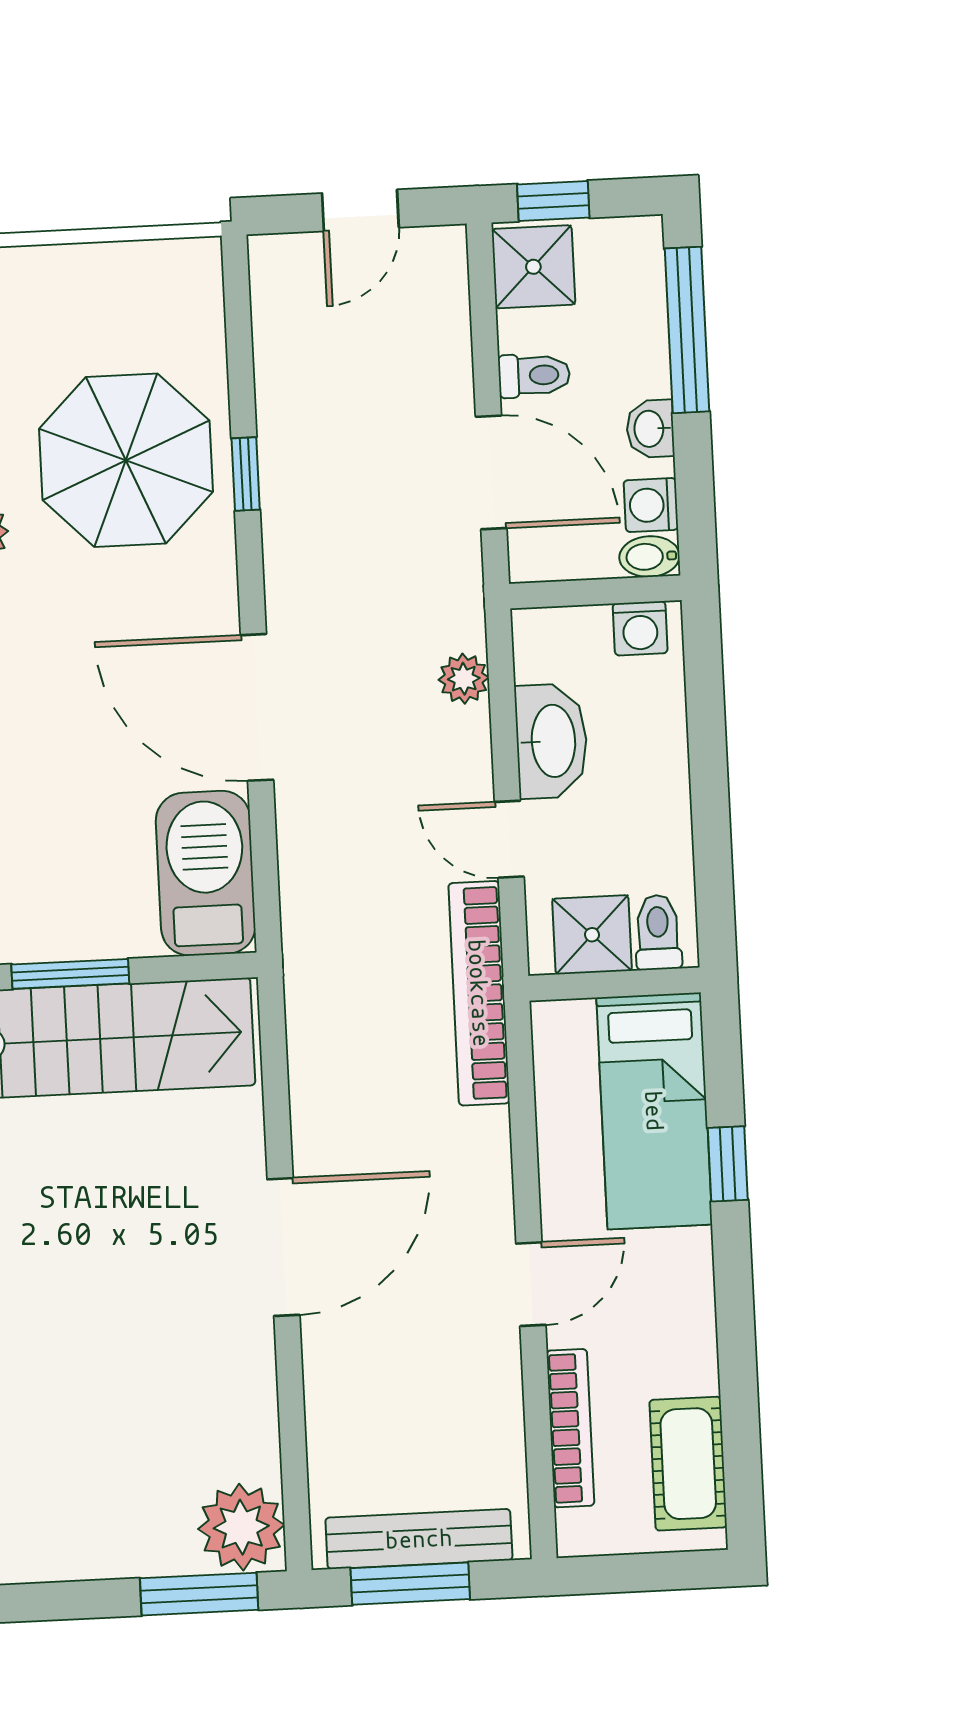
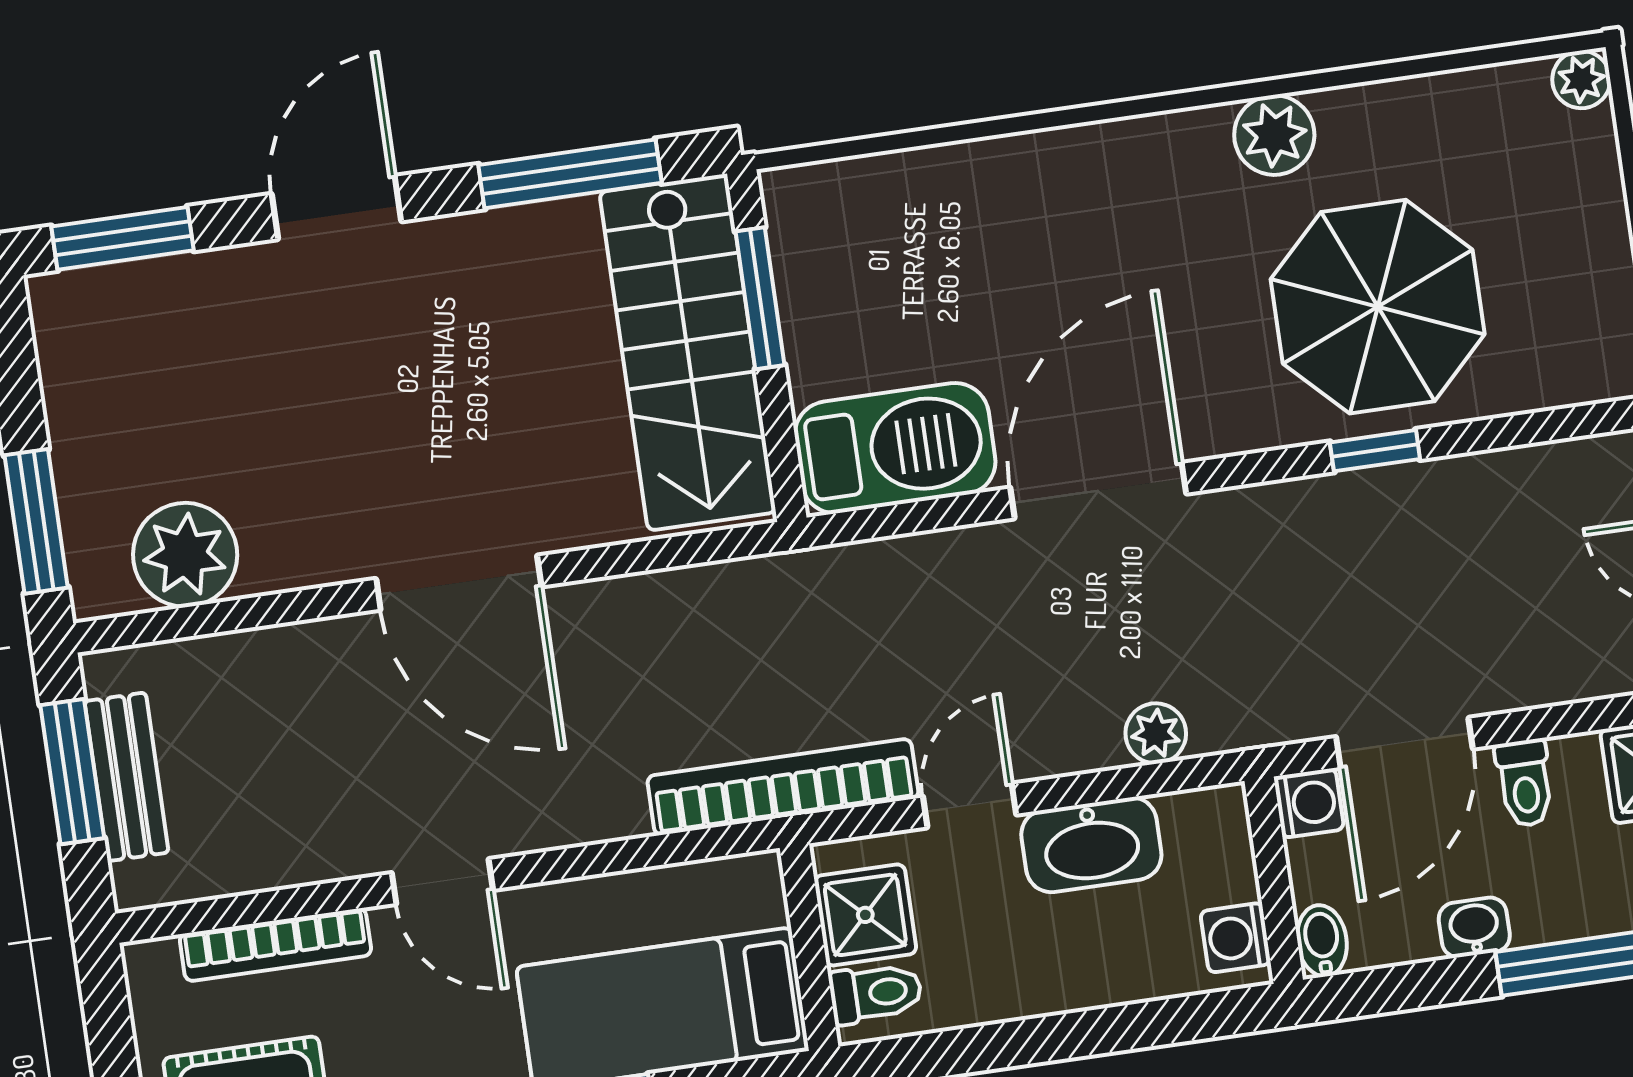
washing machine: (651, 505) -> (1309, 803), moved, turned 90
plant: (241, 1527) -> (185, 555), moved
bench: (419, 1539) -> (127, 777), width x0.73

